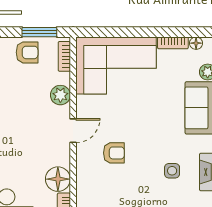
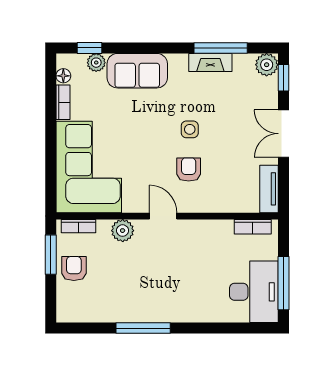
side table: (172, 171) -> (190, 129), moved
floor lamp: (58, 179) -> (218, 233), removed

